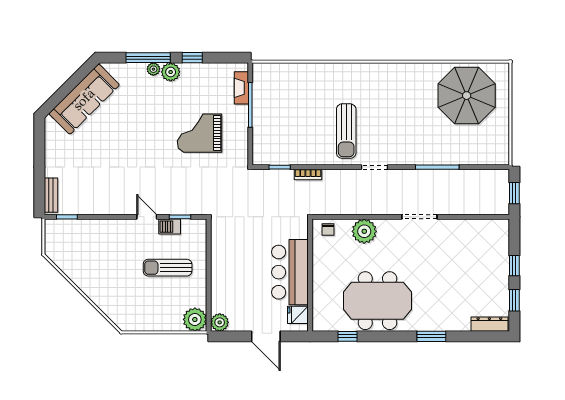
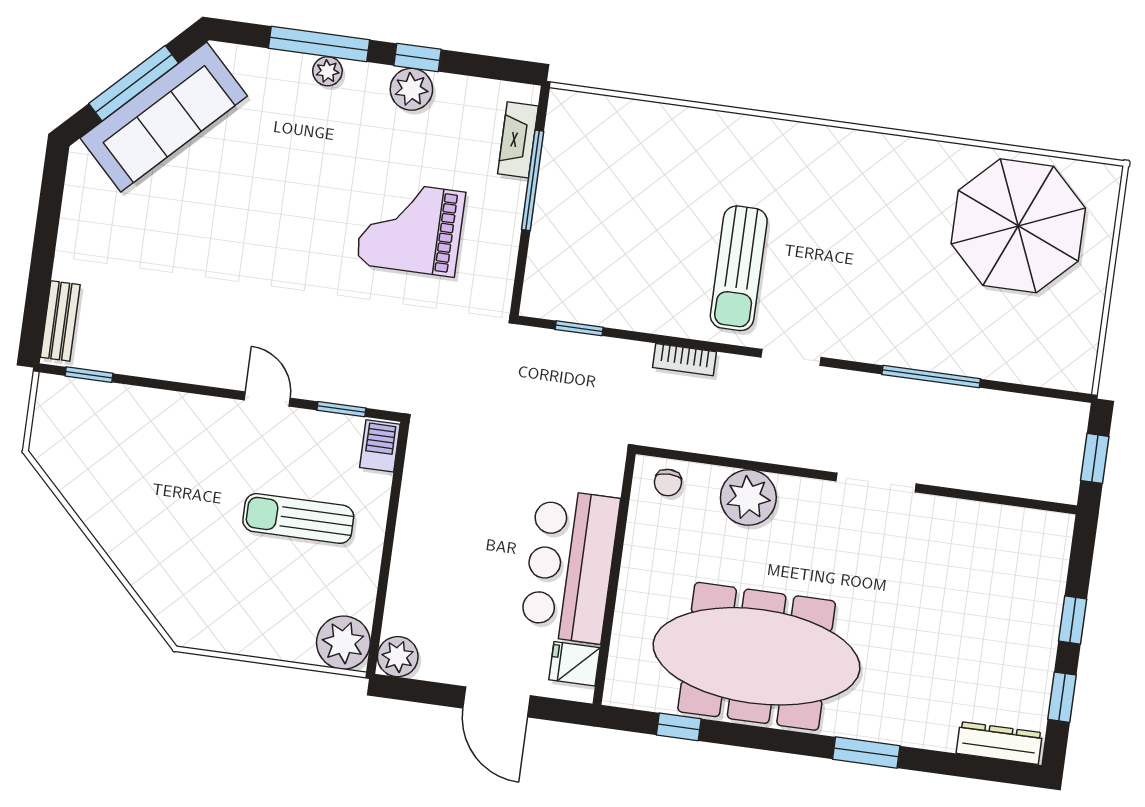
plant: (171, 72) -> (411, 89), moved
window: (69, 86) -> (134, 83), added
bookcase: (308, 174) -> (684, 360), moved
barbecue: (170, 227) -> (380, 446), moved, turned 90
meeting table: (377, 301) -> (757, 656), width x1.36

